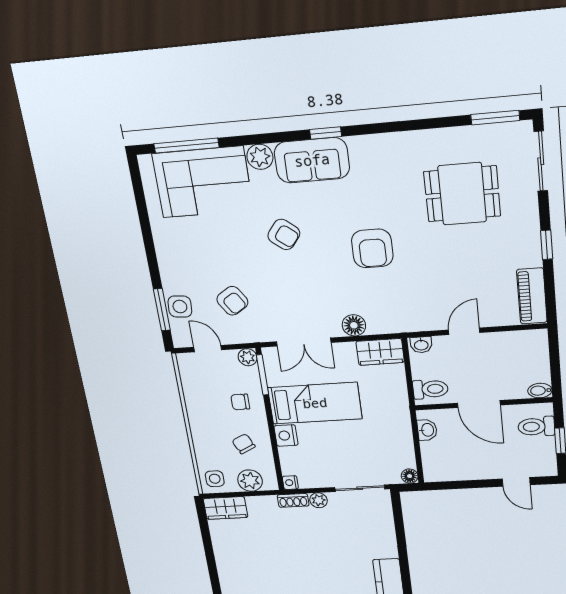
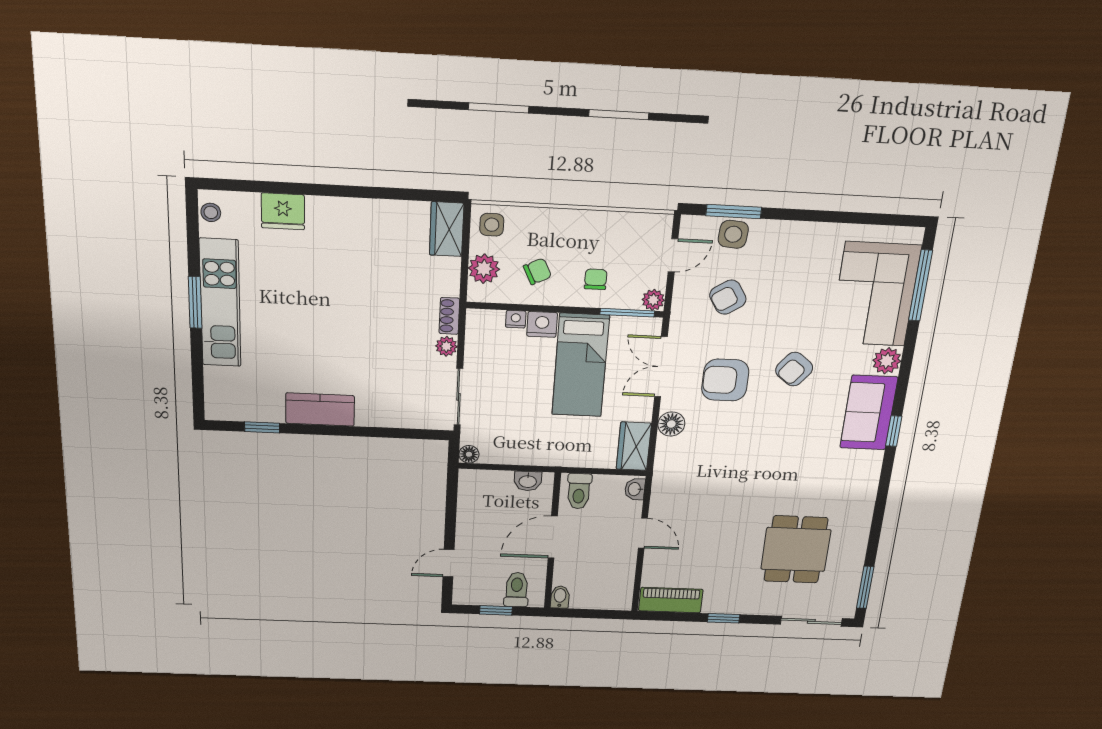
armchair: (372, 248) -> (725, 380), moved
nightstand: (290, 483) -> (516, 319), moved

